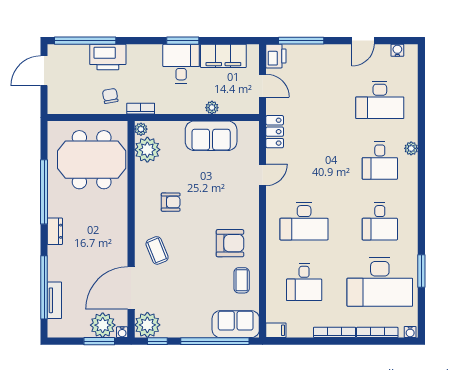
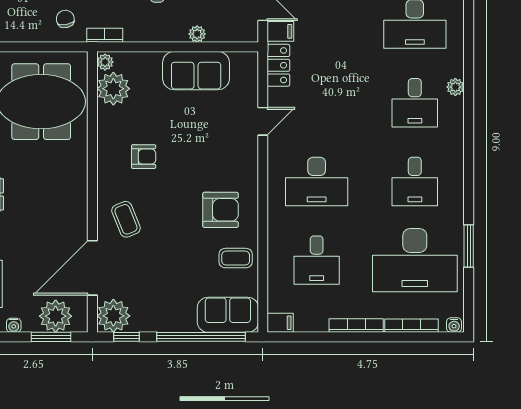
filing cabinet: (276, 105) -> (280, 31), added
coffee table: (242, 280) -> (236, 258), turned 90
water cooler: (122, 332) -> (14, 325), moved

